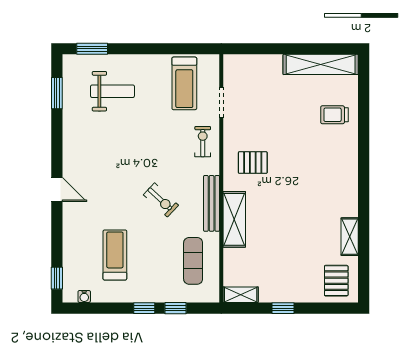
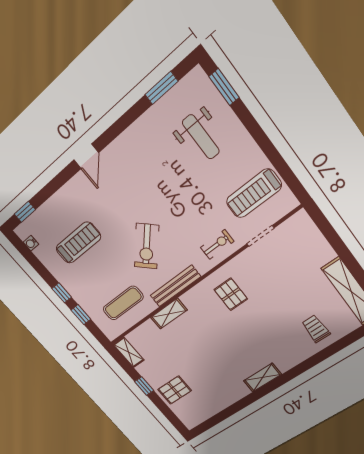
exercise bike: (161, 200) -> (147, 246), width x1.38, depth x1.39
shelving: (234, 219) -> (169, 314), width x0.67, depth x0.75
shelving: (350, 237) -> (262, 378), moved
pallet: (336, 281) -> (175, 390), moved

